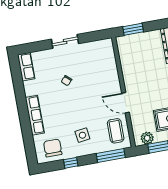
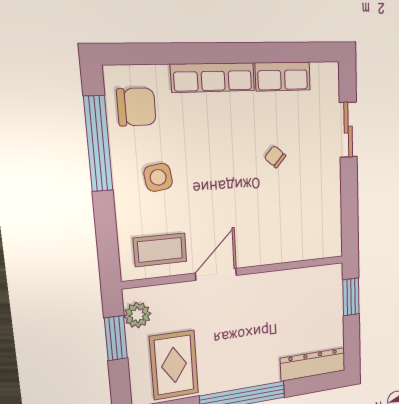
sliding door: (65, 41) -> (348, 130), moved
row of seats: (26, 67) -> (283, 76), moved
window: (111, 156) -> (107, 235), removed
window: (71, 163) -> (98, 144), width x3.17

